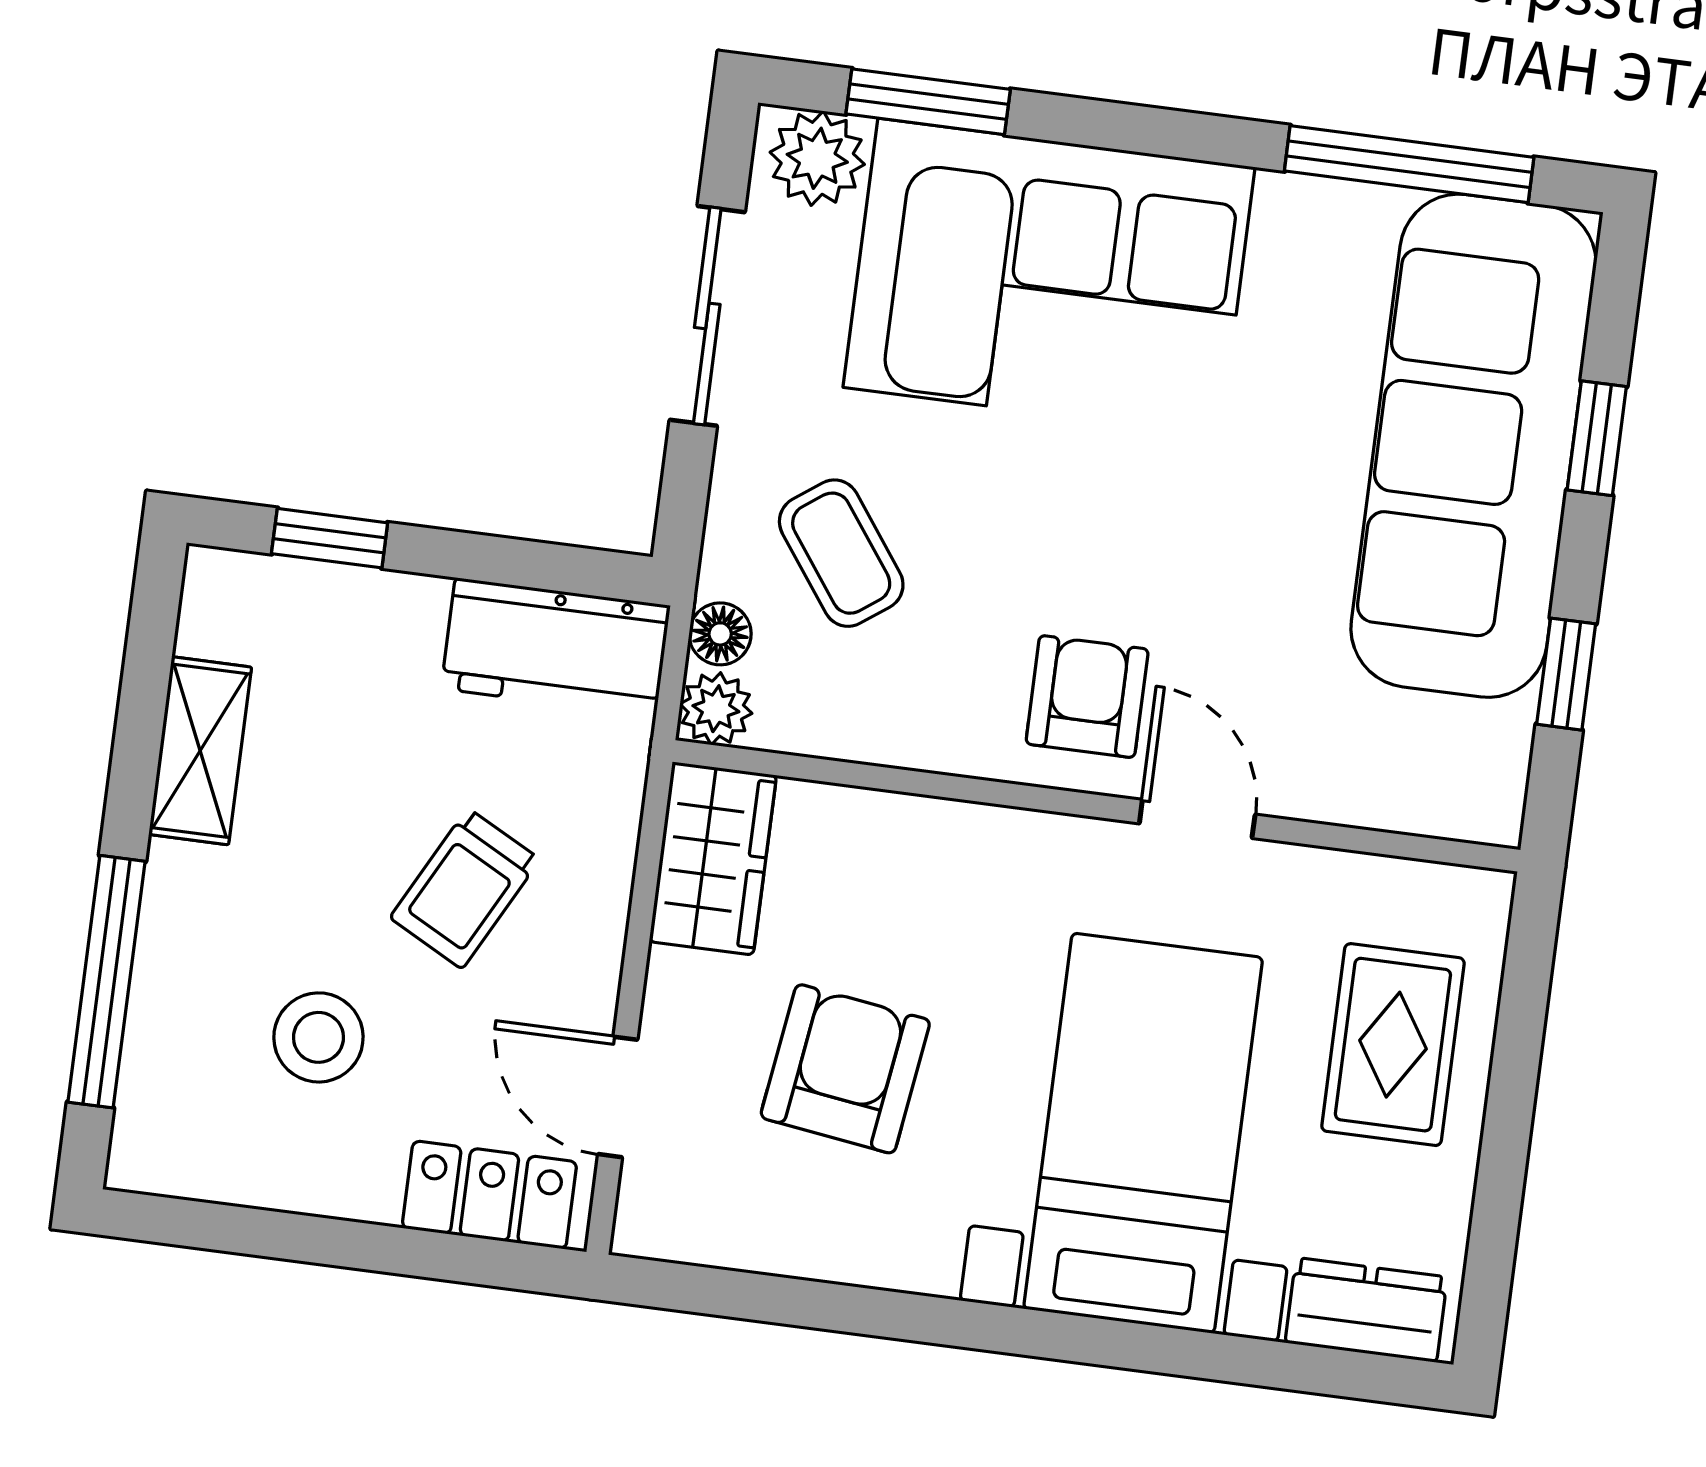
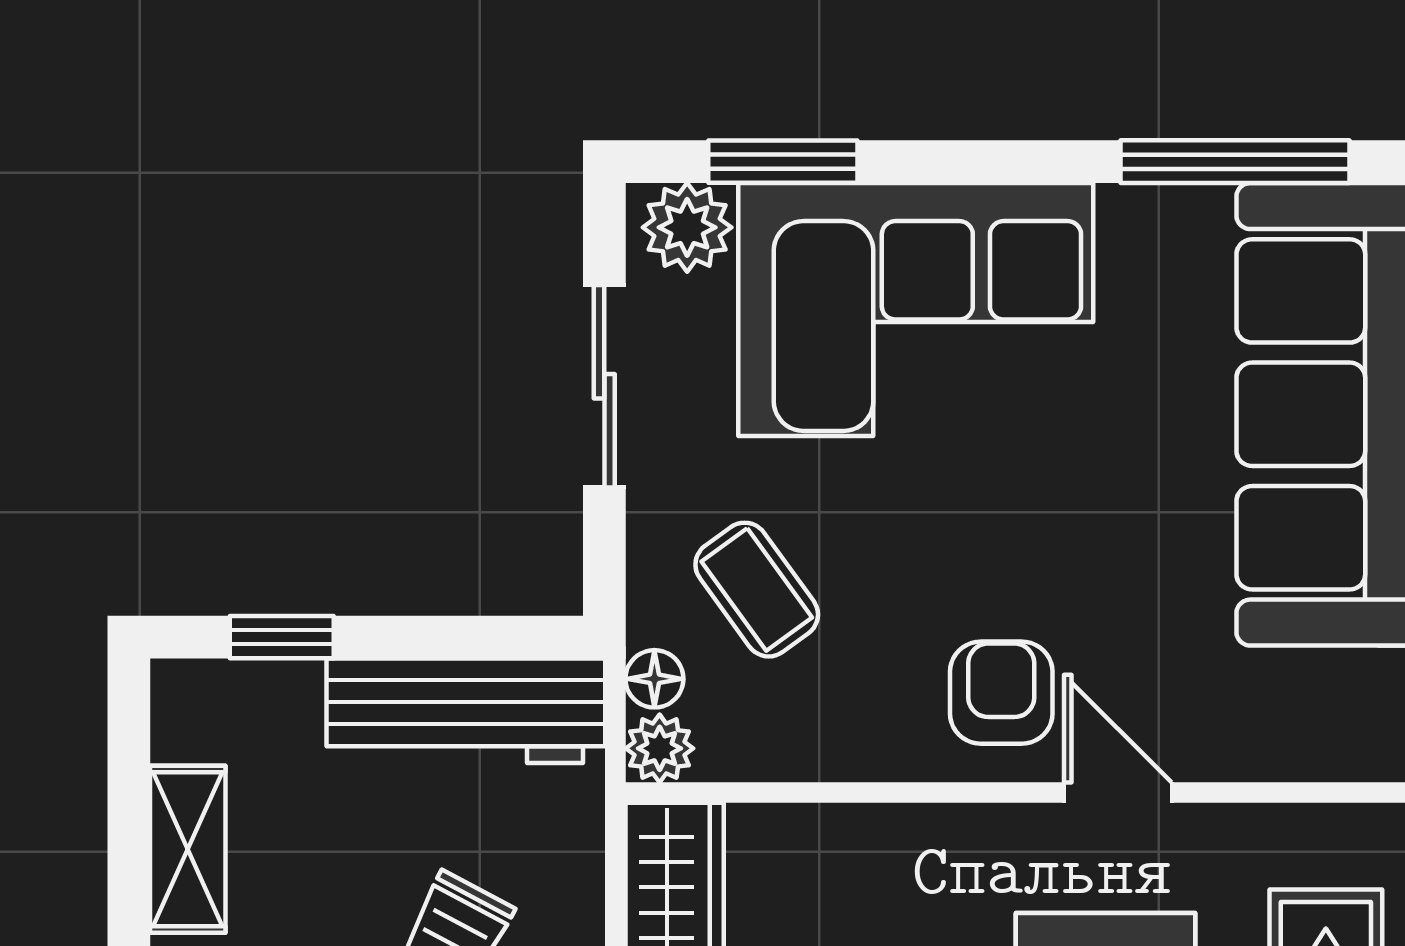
workbench: (556, 647) -> (466, 711), width x1.38

